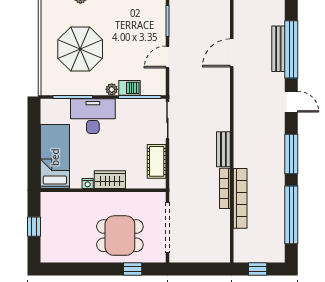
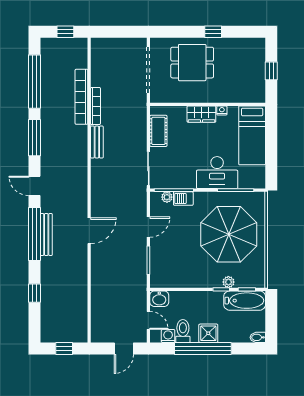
parasol: (80, 49) -> (229, 234), width x1.36, depth x1.36
plant: (112, 89) -> (167, 197), moved
window: (133, 269) -> (213, 32), moved

